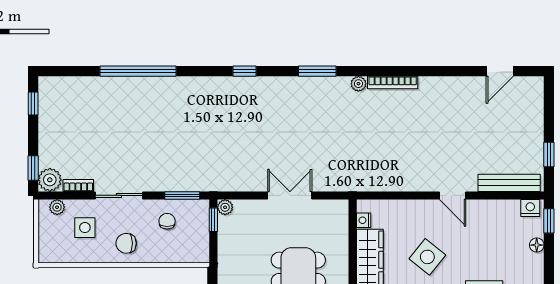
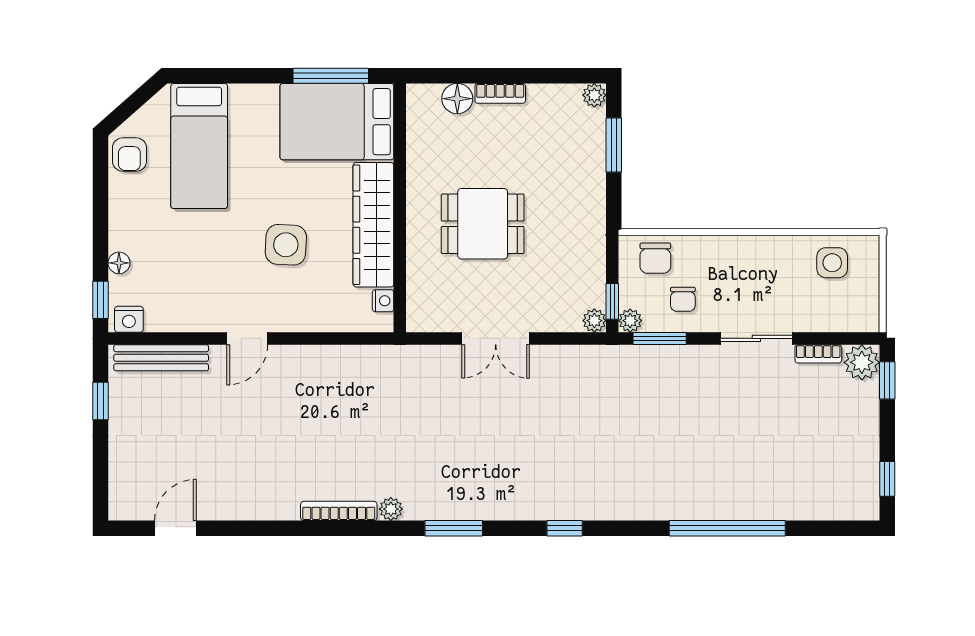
door: (453, 195) -> (247, 338), swing flipped
plant: (57, 207) -> (630, 321), moved
side table: (85, 228) -> (832, 263), moved
chair: (126, 243) -> (655, 258), moved, turned 90
side table: (427, 257) -> (286, 245), turned -36

